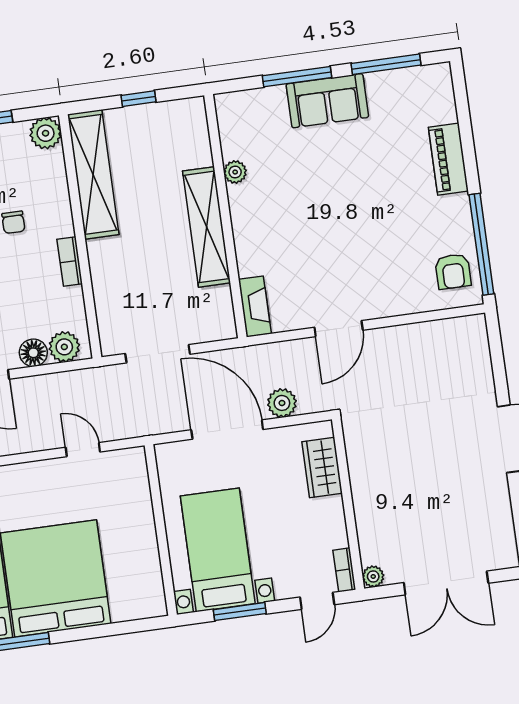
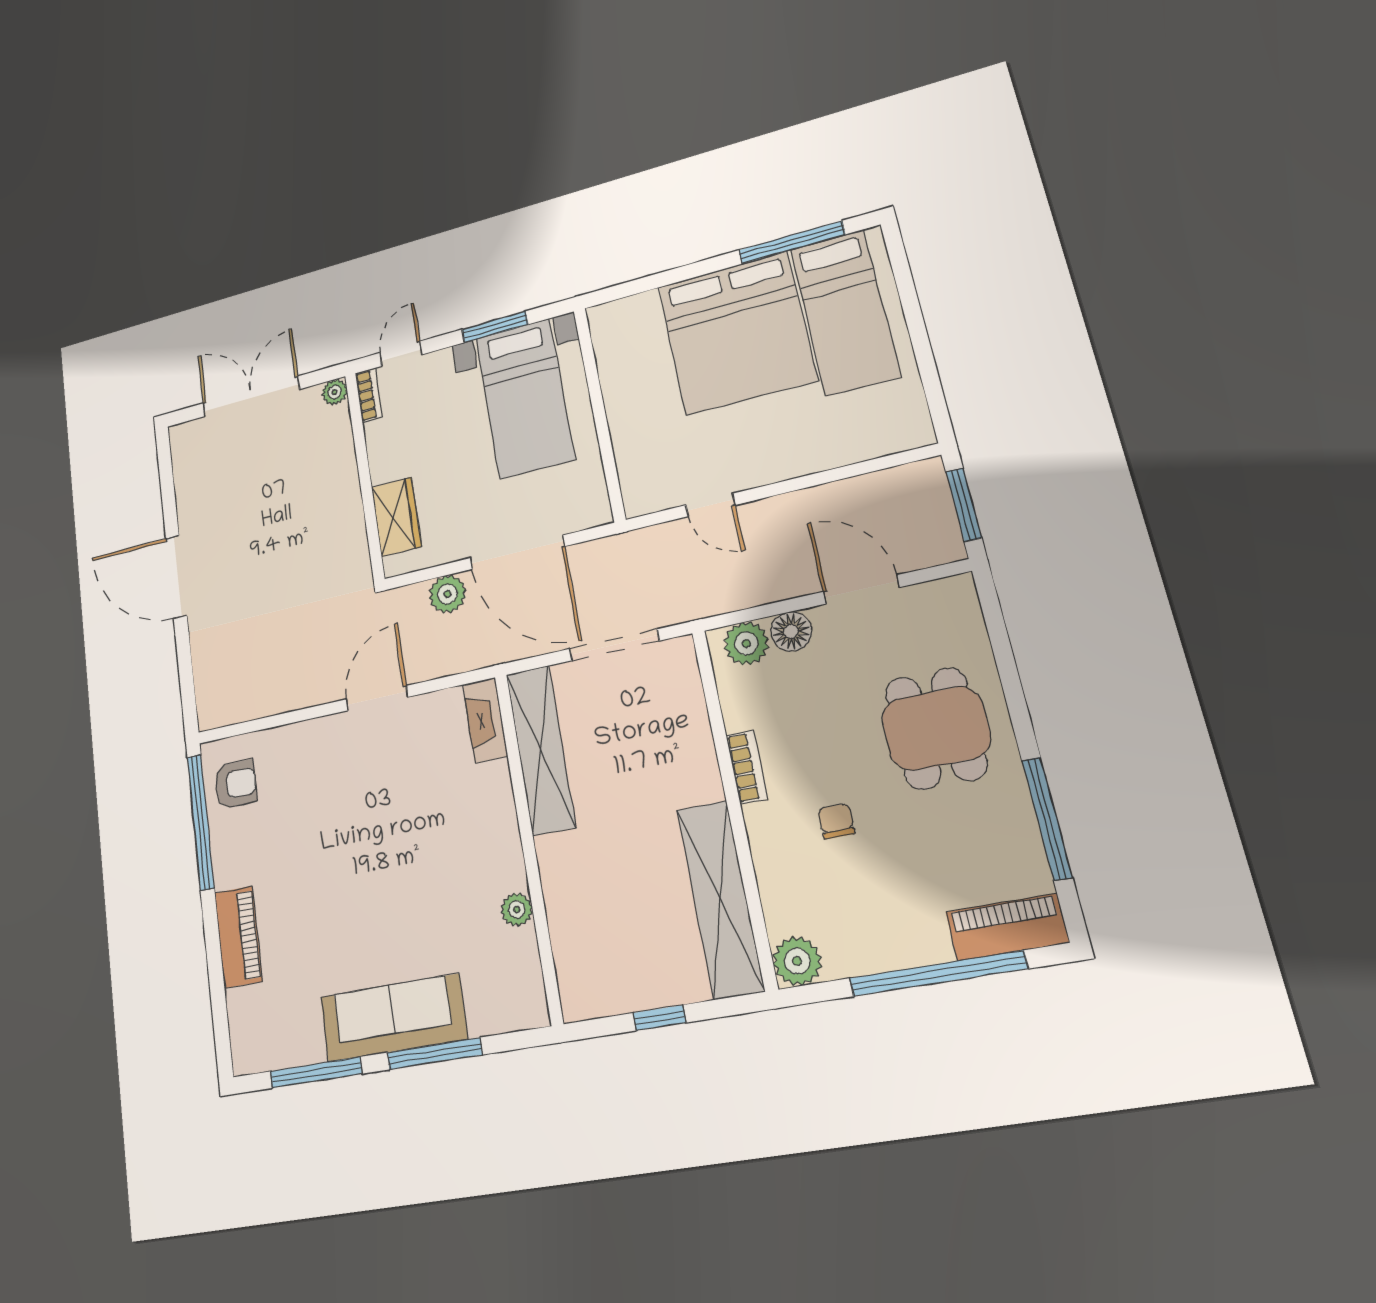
sofa: (327, 101) -> (393, 1018), width x1.36
shelving: (206, 227) -> (541, 750), moved
armchair: (453, 271) -> (235, 784), turned 90

